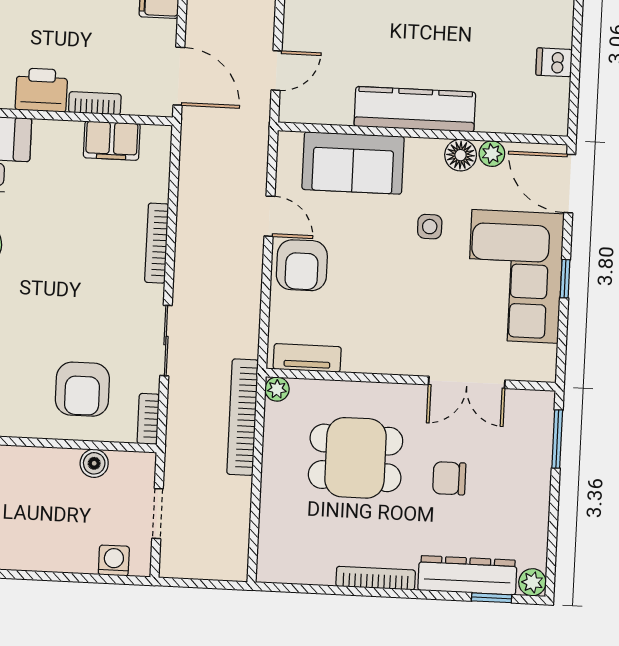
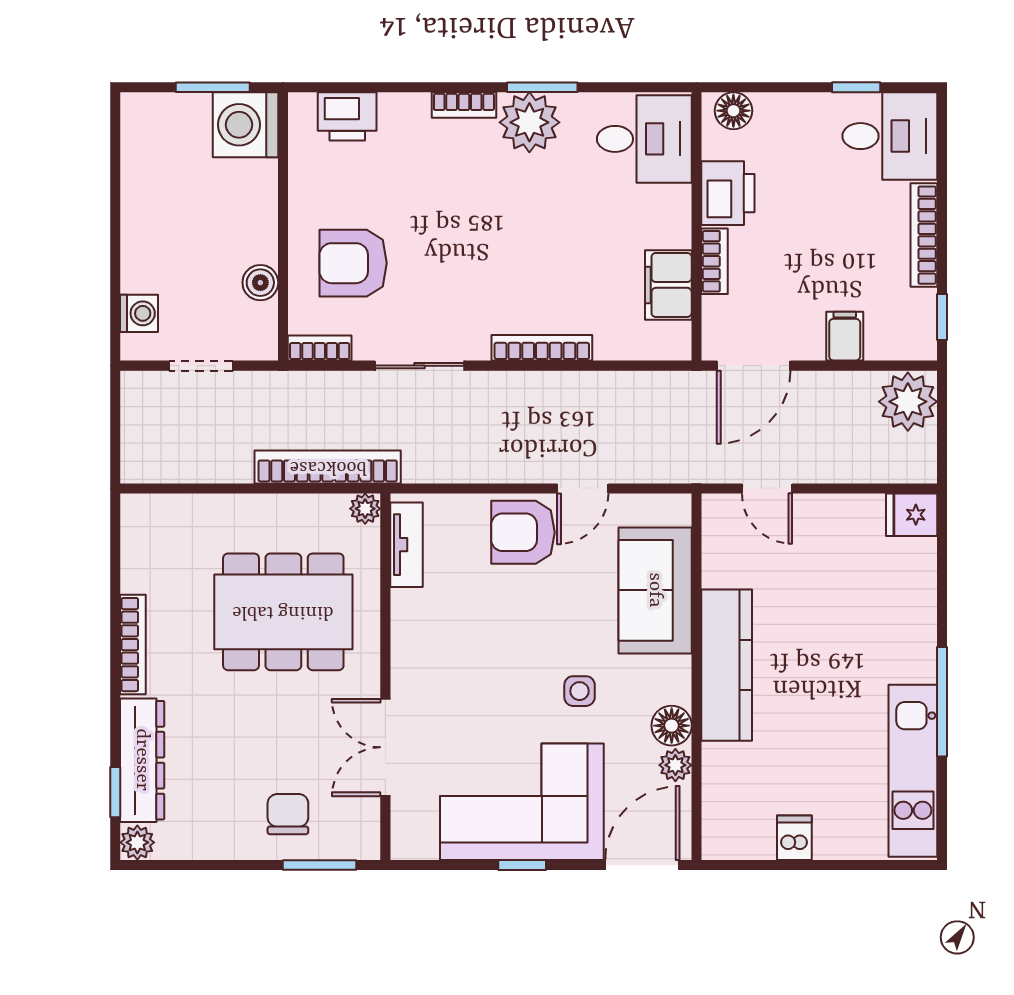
dining table: (356, 458) -> (283, 612), width x1.38
chair: (449, 478) -> (288, 814), moved

